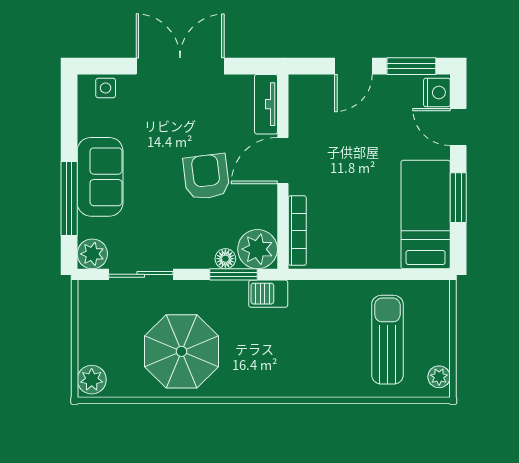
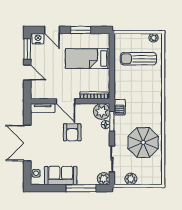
door: (458, 127) -> (52, 30), hinge flipped
sofa: (100, 177) -> (61, 176), moved
armchair: (206, 177) -> (72, 132), turned -83
bed: (426, 214) -> (88, 59), moved
plant: (92, 380) -> (131, 179), moved

